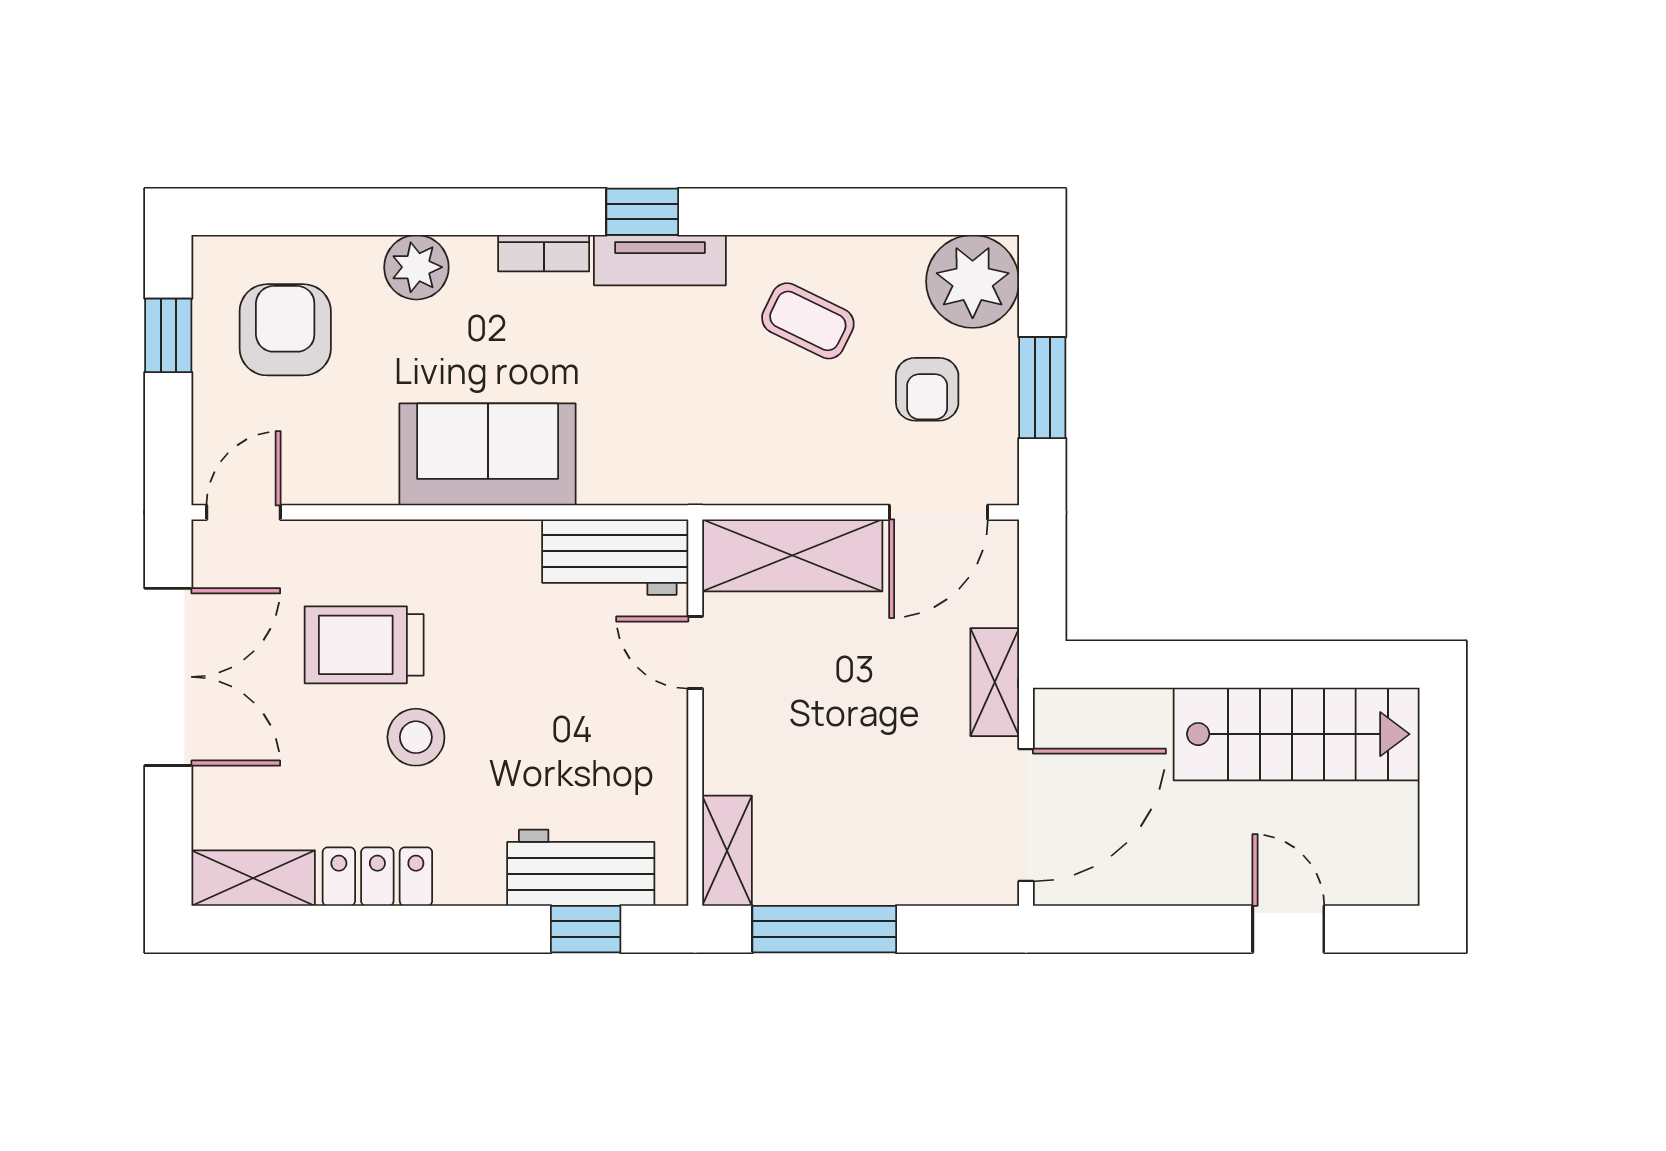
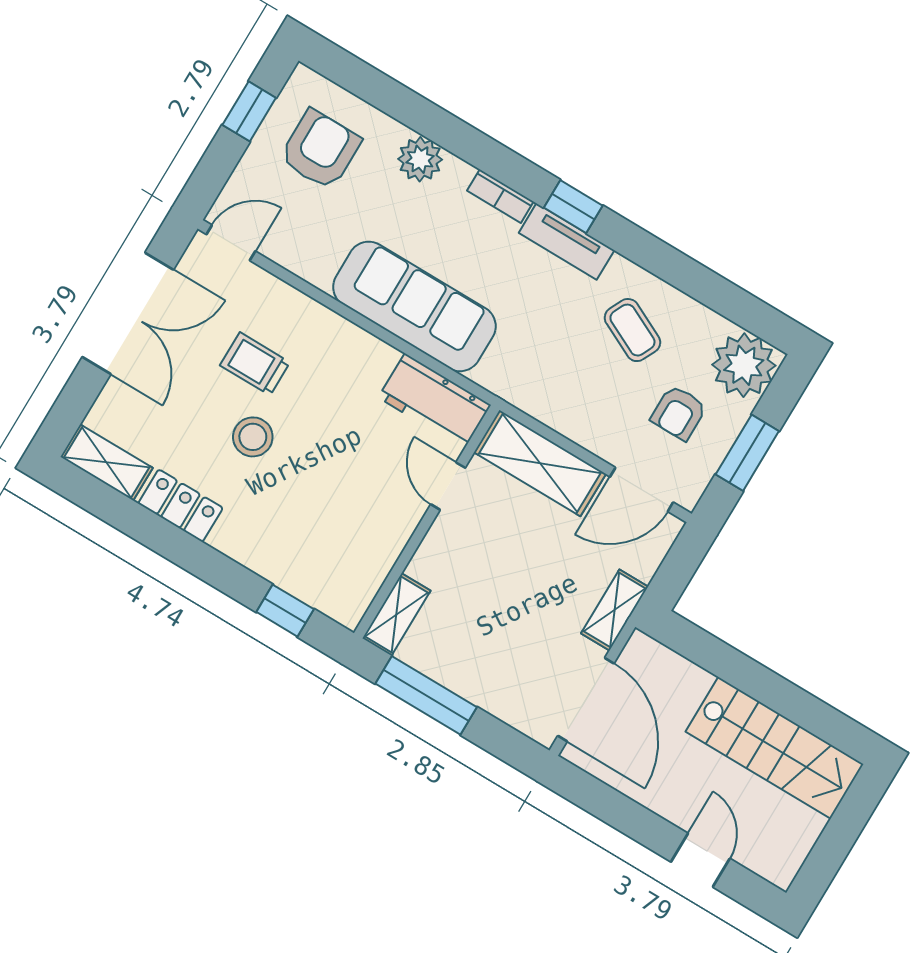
sofa: (488, 454) -> (414, 306), width x1.36
trolley: (364, 645) -> (255, 364), width x0.73, depth x0.72
door: (1026, 815) -> (586, 700), hinge flipped
workbench: (581, 868) -> (304, 573), removed

